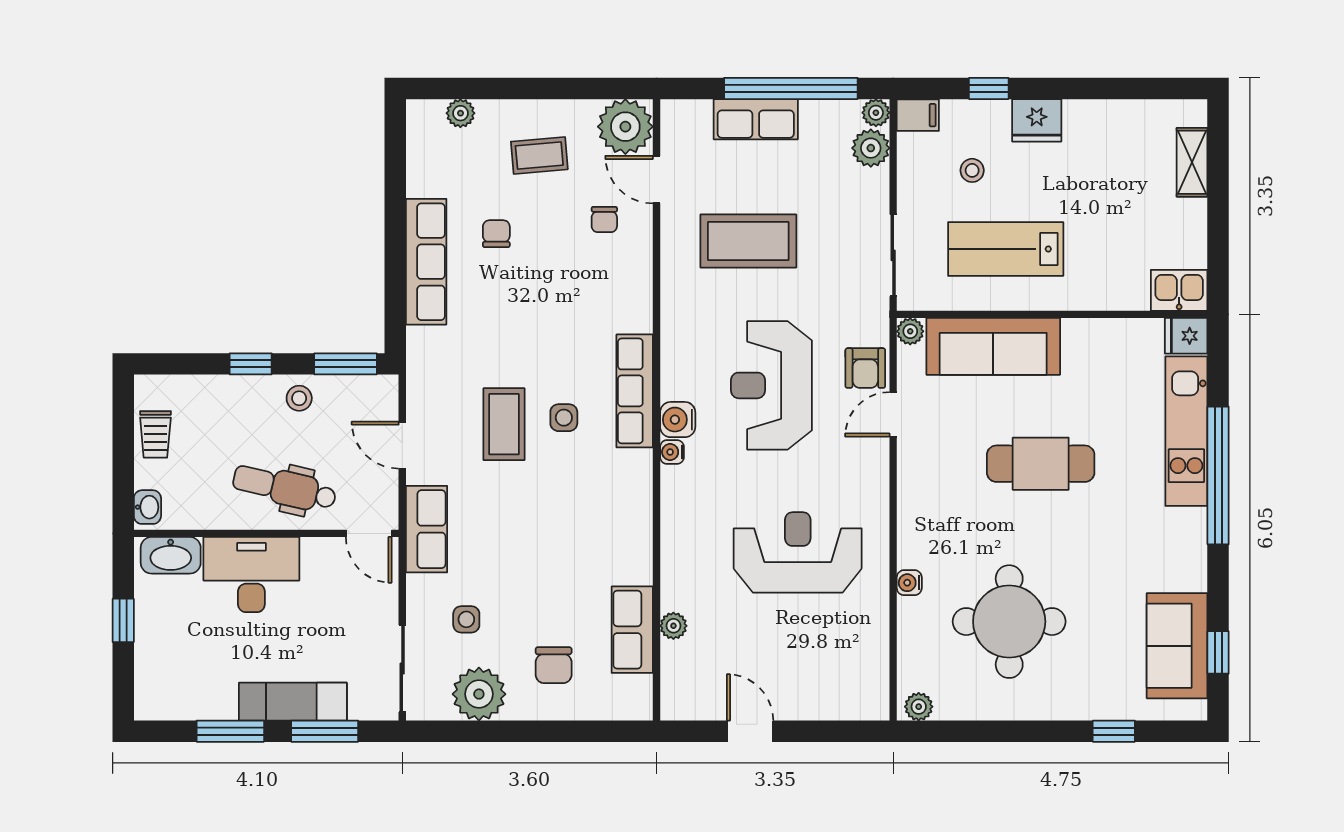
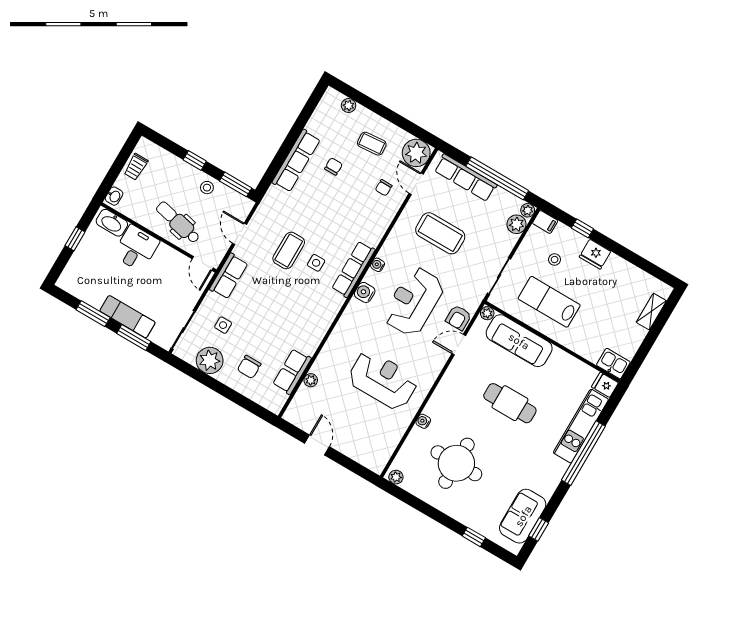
row of seats: (756, 119) -> (466, 178), width x1.48
water cooler: (672, 452) -> (378, 265), moved
desk: (251, 575) -> (136, 248), width x0.73

